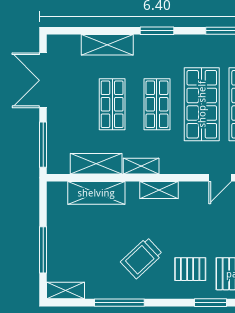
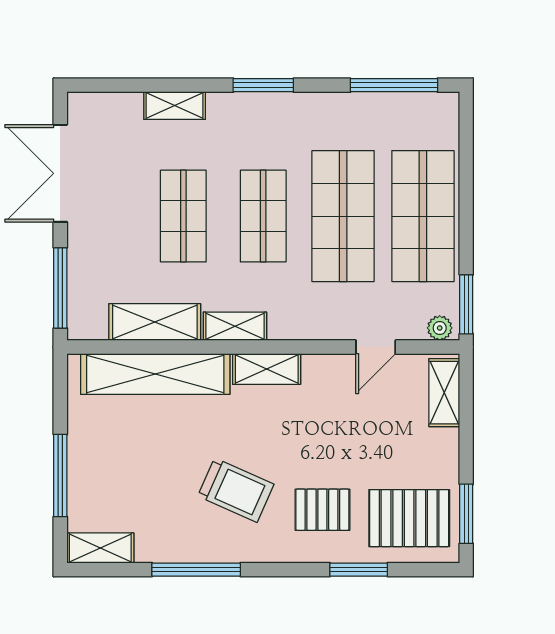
shelving: (107, 45) -> (175, 106), width x0.67, depth x0.75
shelving: (96, 193) -> (155, 374), width x1.47
trolley: (142, 258) -> (236, 490), turned -113

